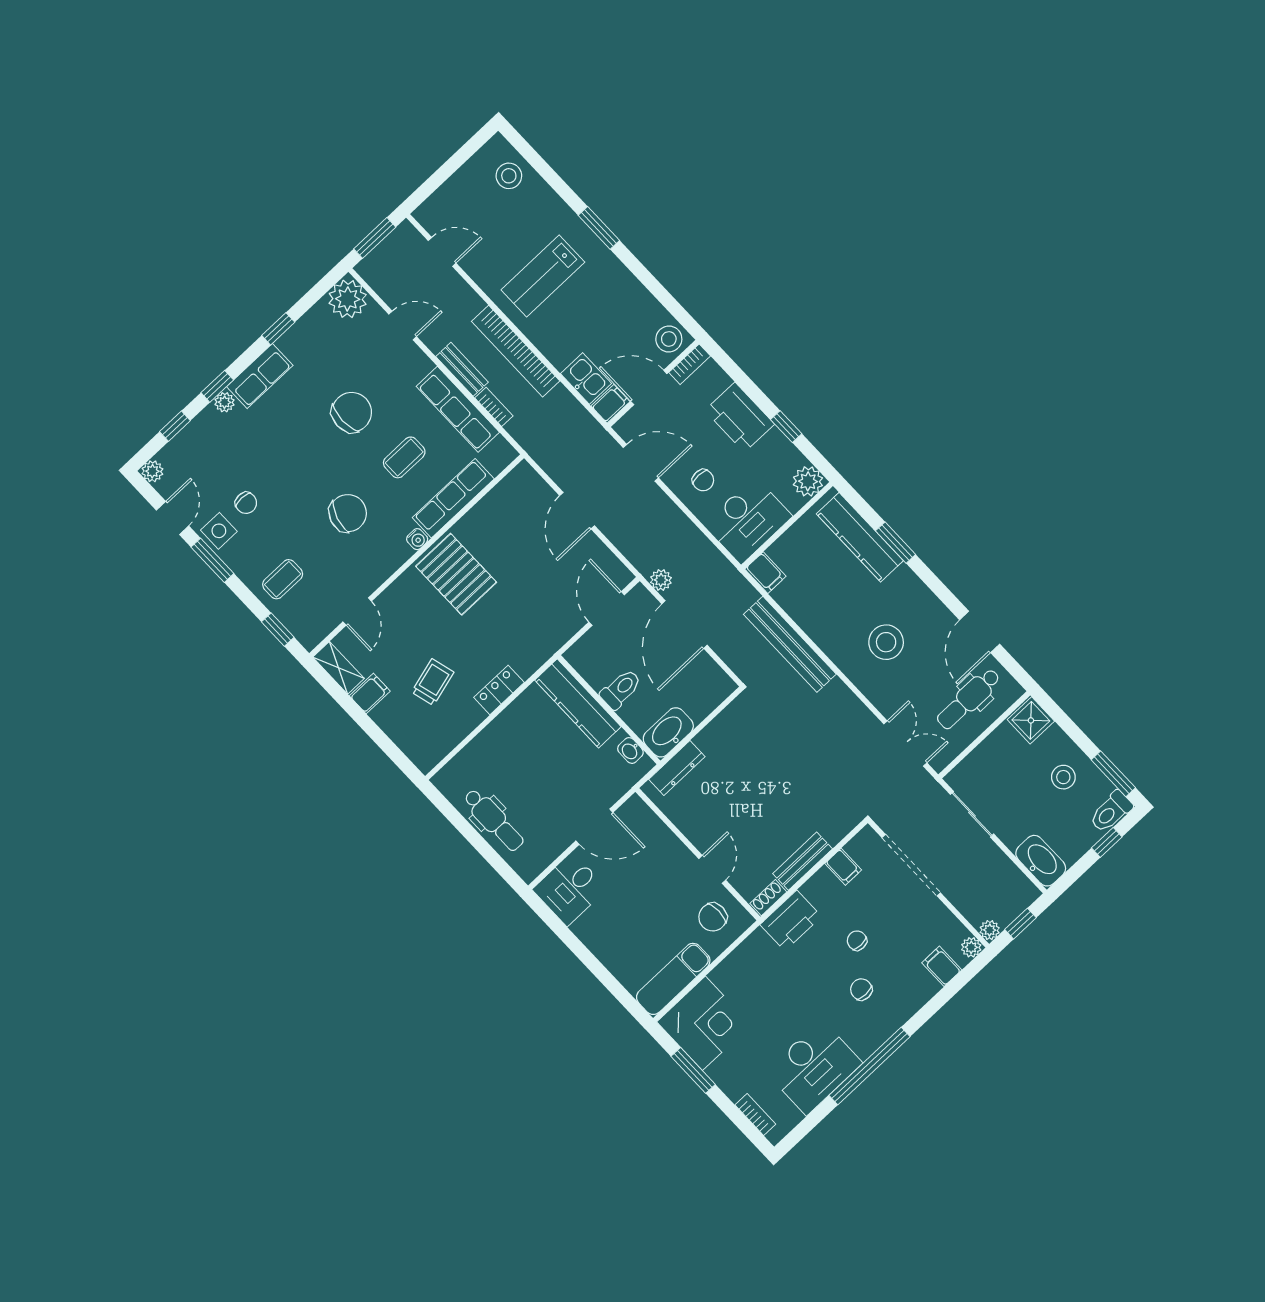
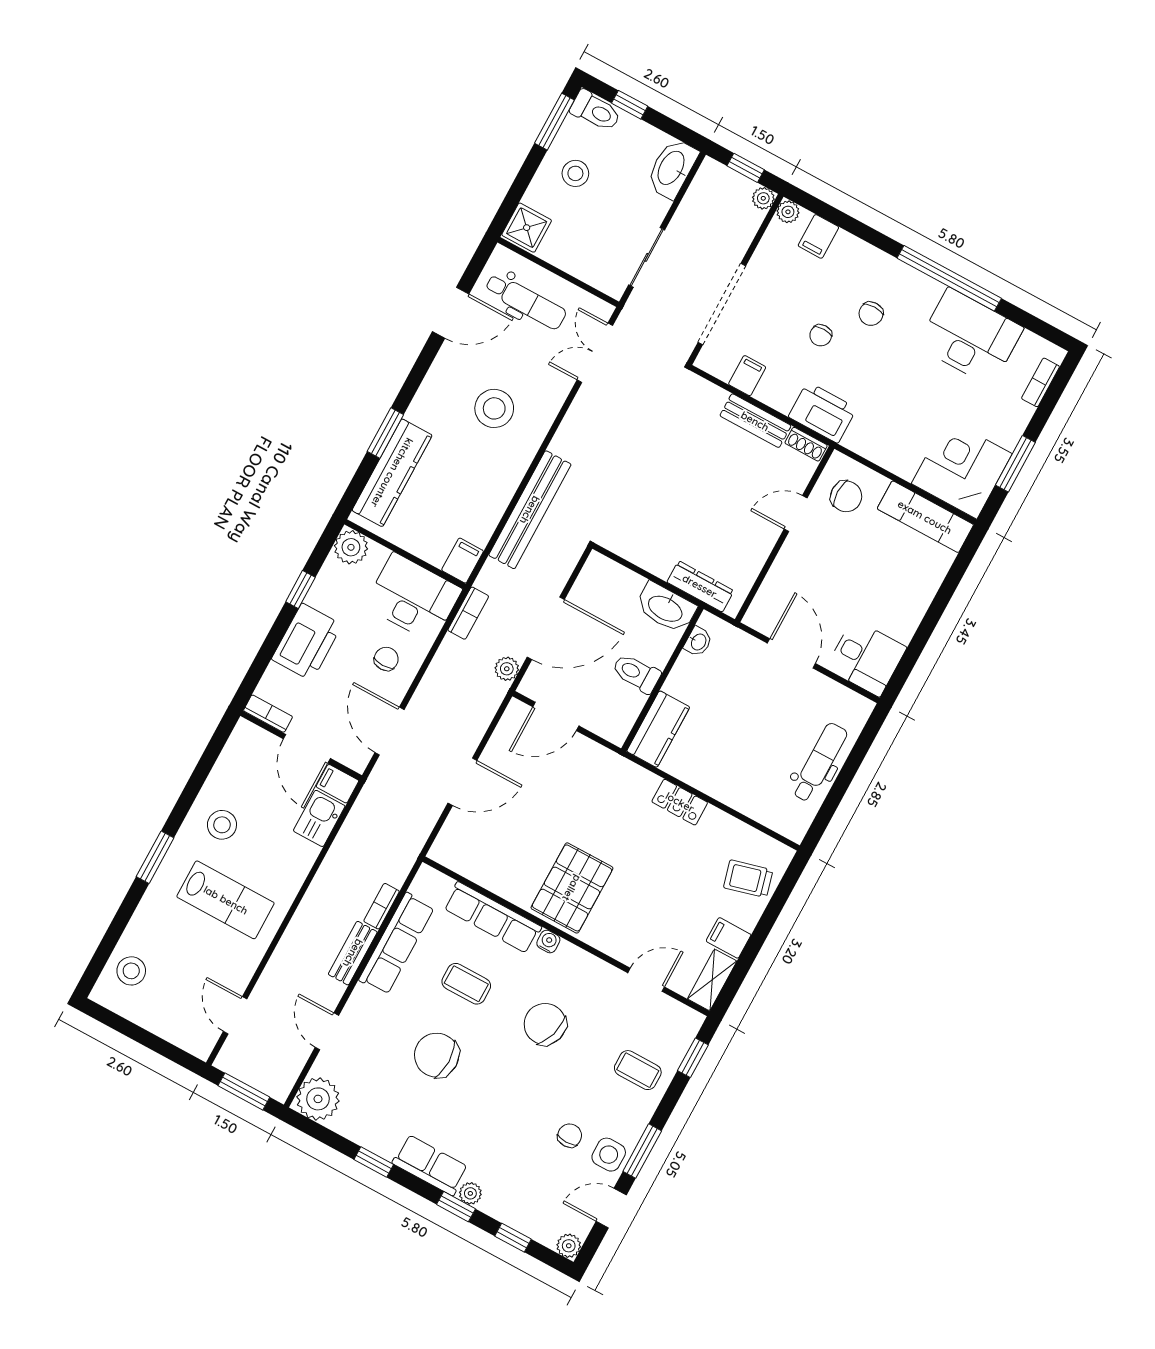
stool: (669, 339) -> (222, 825), moved
bookcase: (516, 351) -> (468, 613), moved, width x0.43, depth x0.76
trolley: (433, 682) -> (748, 879), moved
kitchen counter: (578, 703) -> (658, 729), width x0.67

